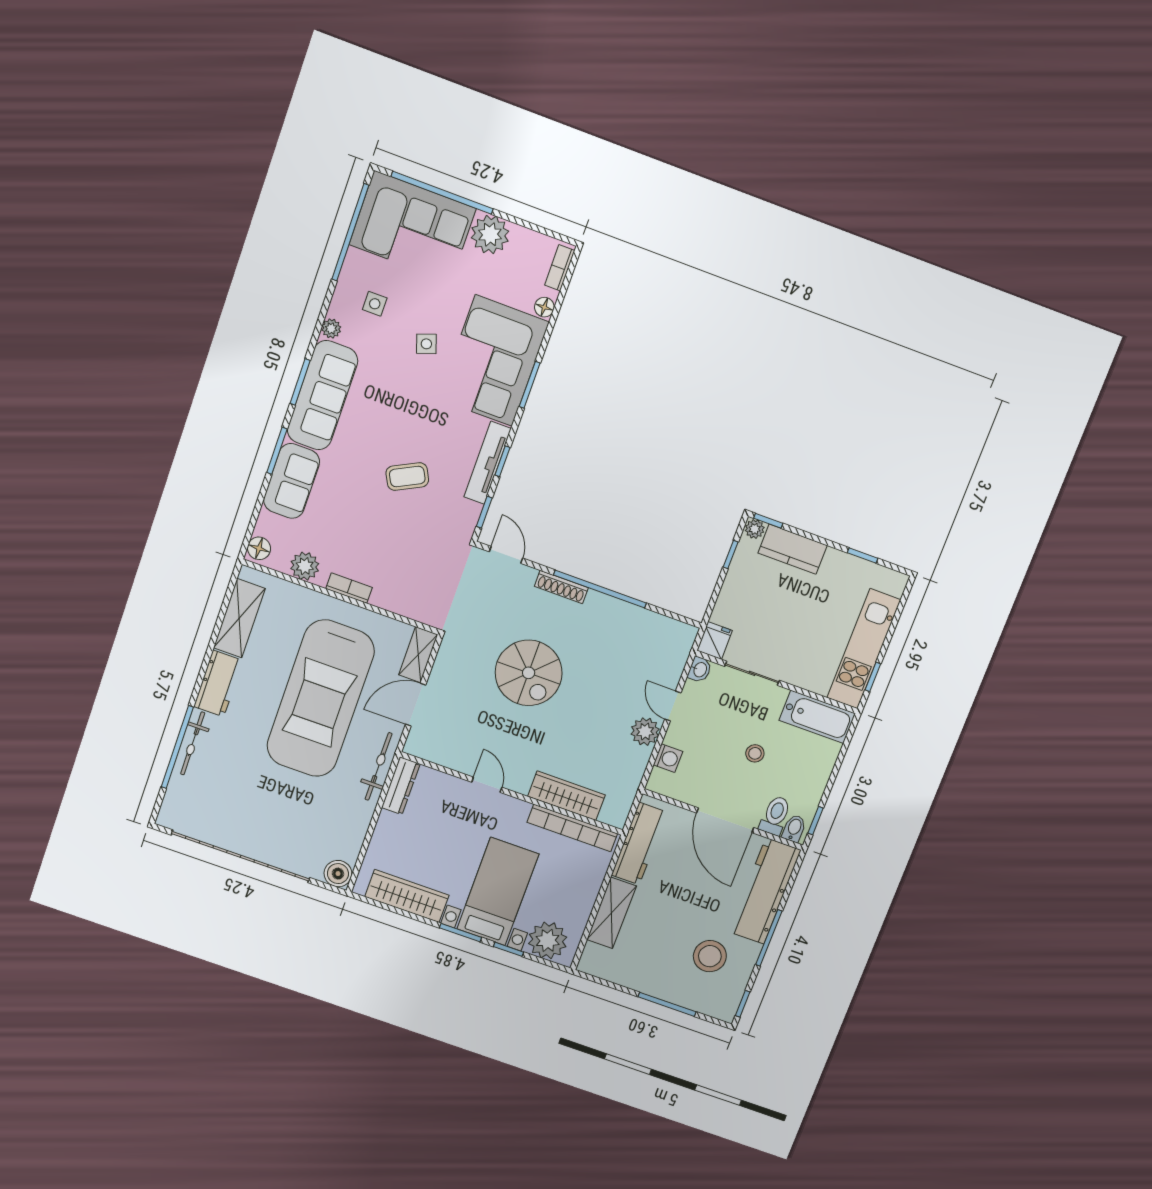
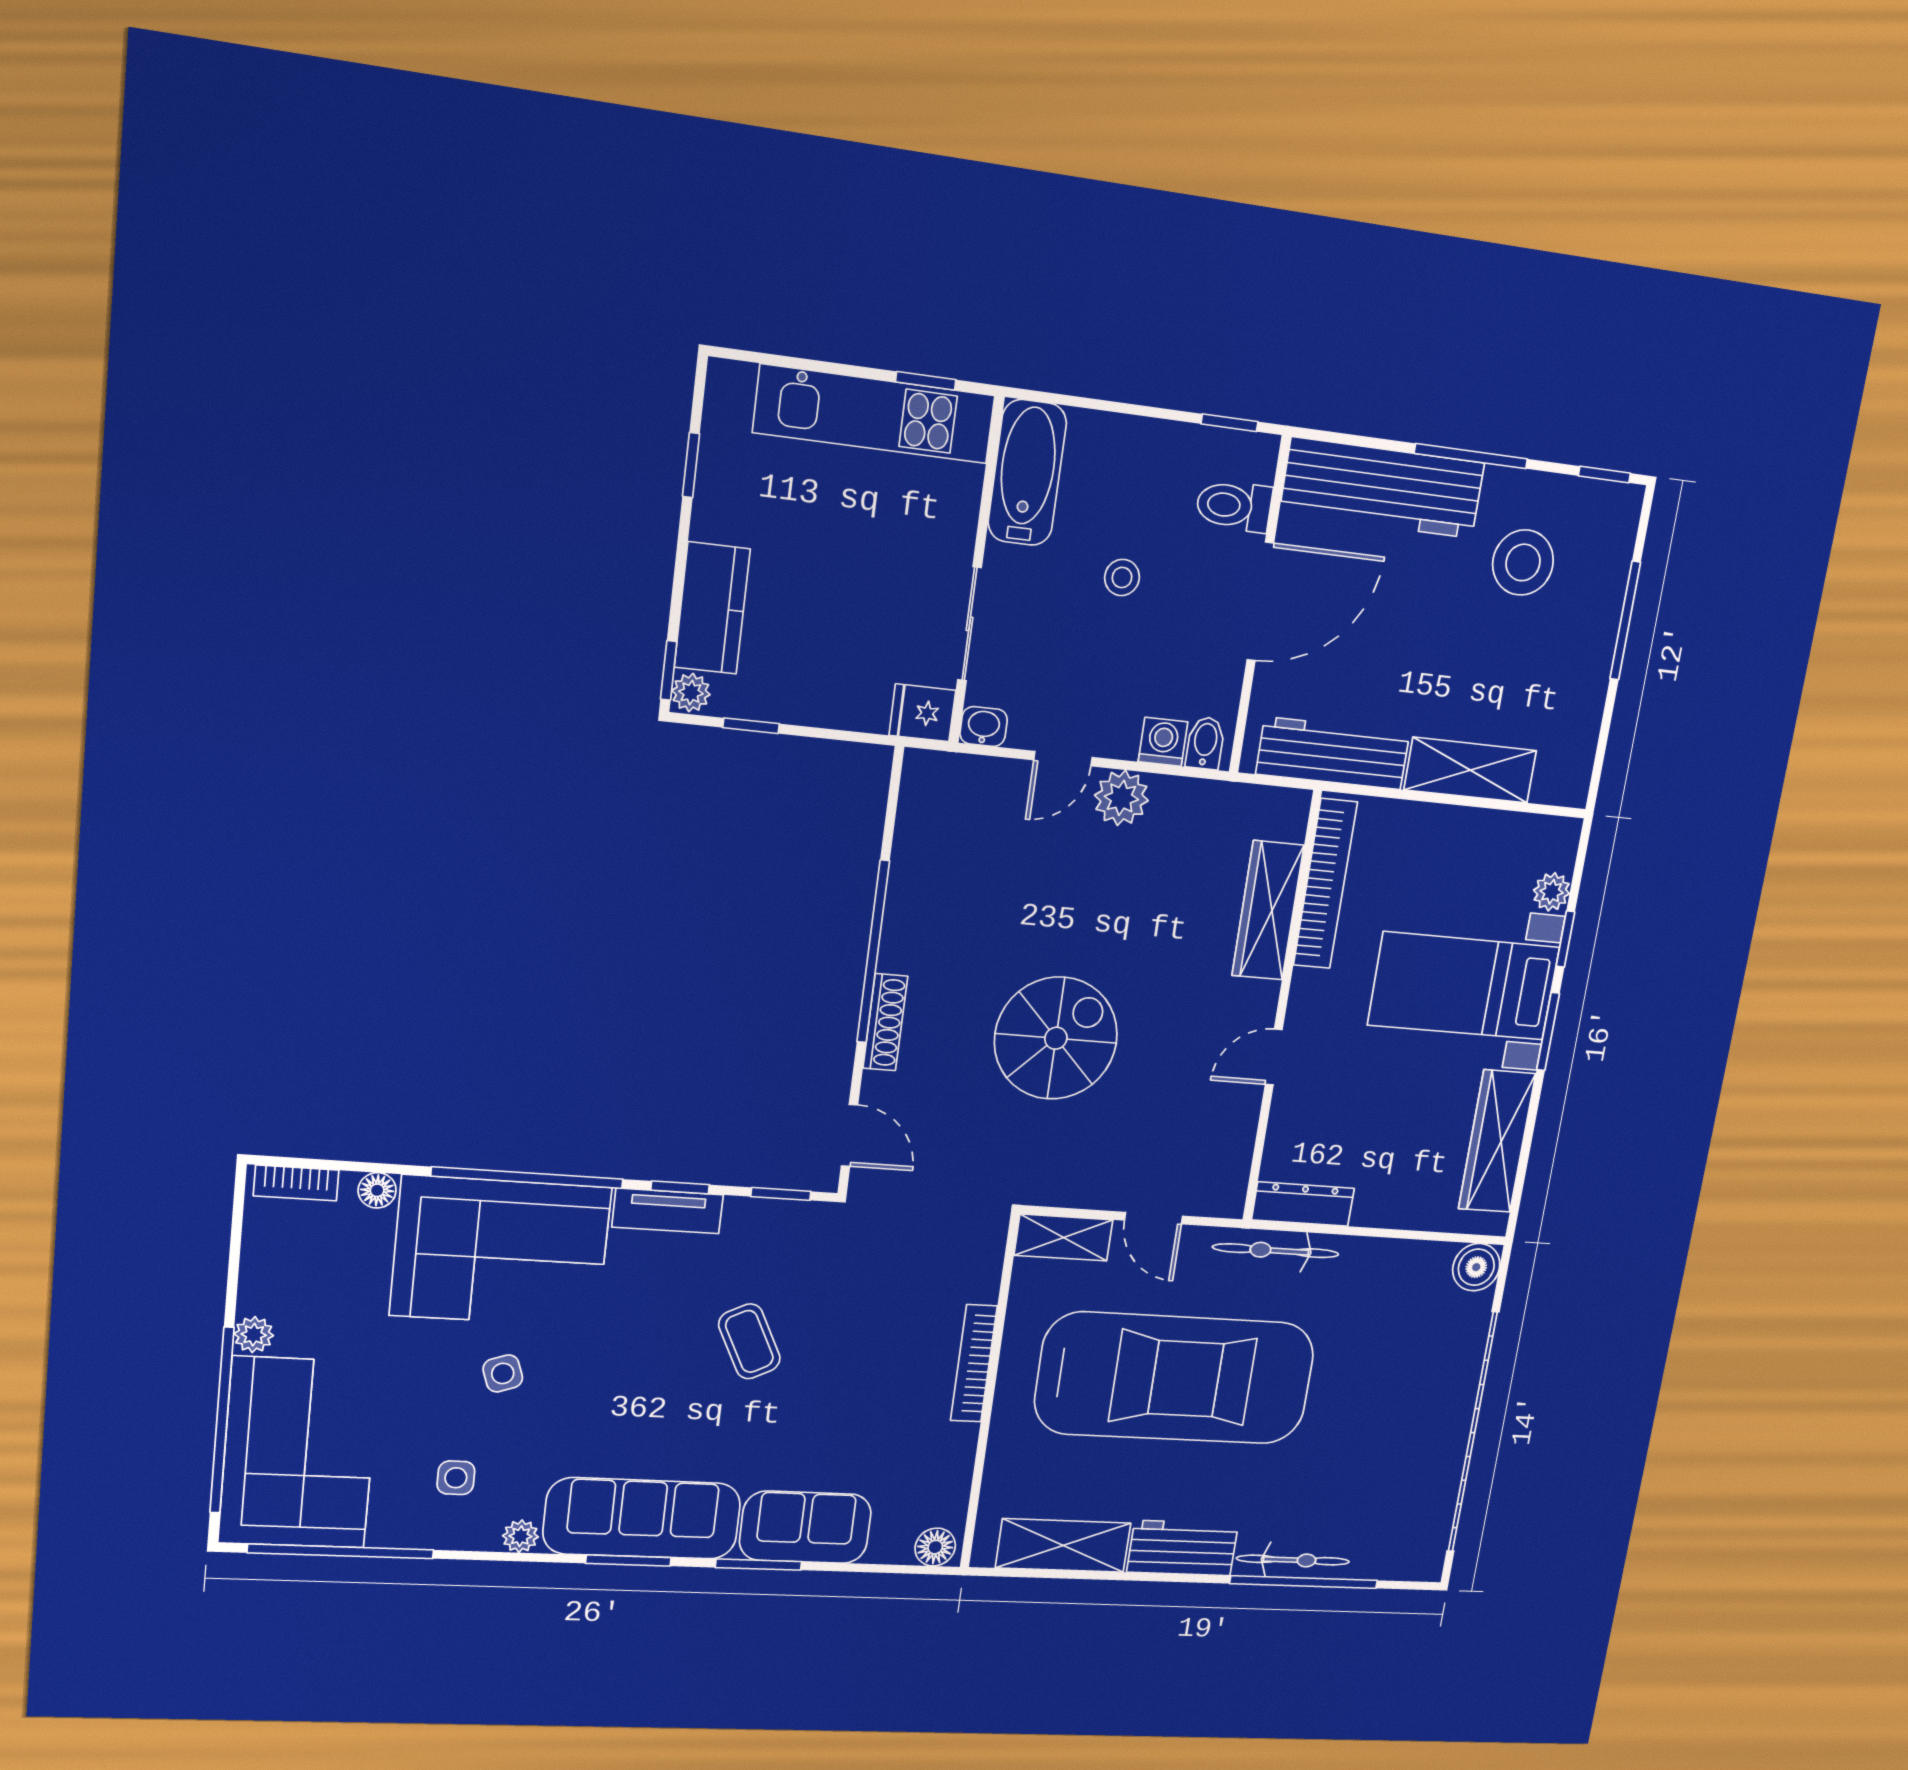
plant: (490, 235) -> (254, 1335), width x0.53, depth x0.53
window: (530, 385) -> (528, 1178), width x2.11
tv unit: (488, 463) -> (668, 1211), width x0.71
door: (506, 555) -> (849, 1135), swing flipped
plant: (305, 566) -> (949, 1466), removed
bookcase: (349, 588) -> (974, 1363), width x1.56
door: (416, 705) -> (1154, 1218), width x0.73
bidet: (794, 828) -> (1205, 743), moved, turned 90
plant: (548, 940) -> (1552, 892), width x0.53, depth x0.53

